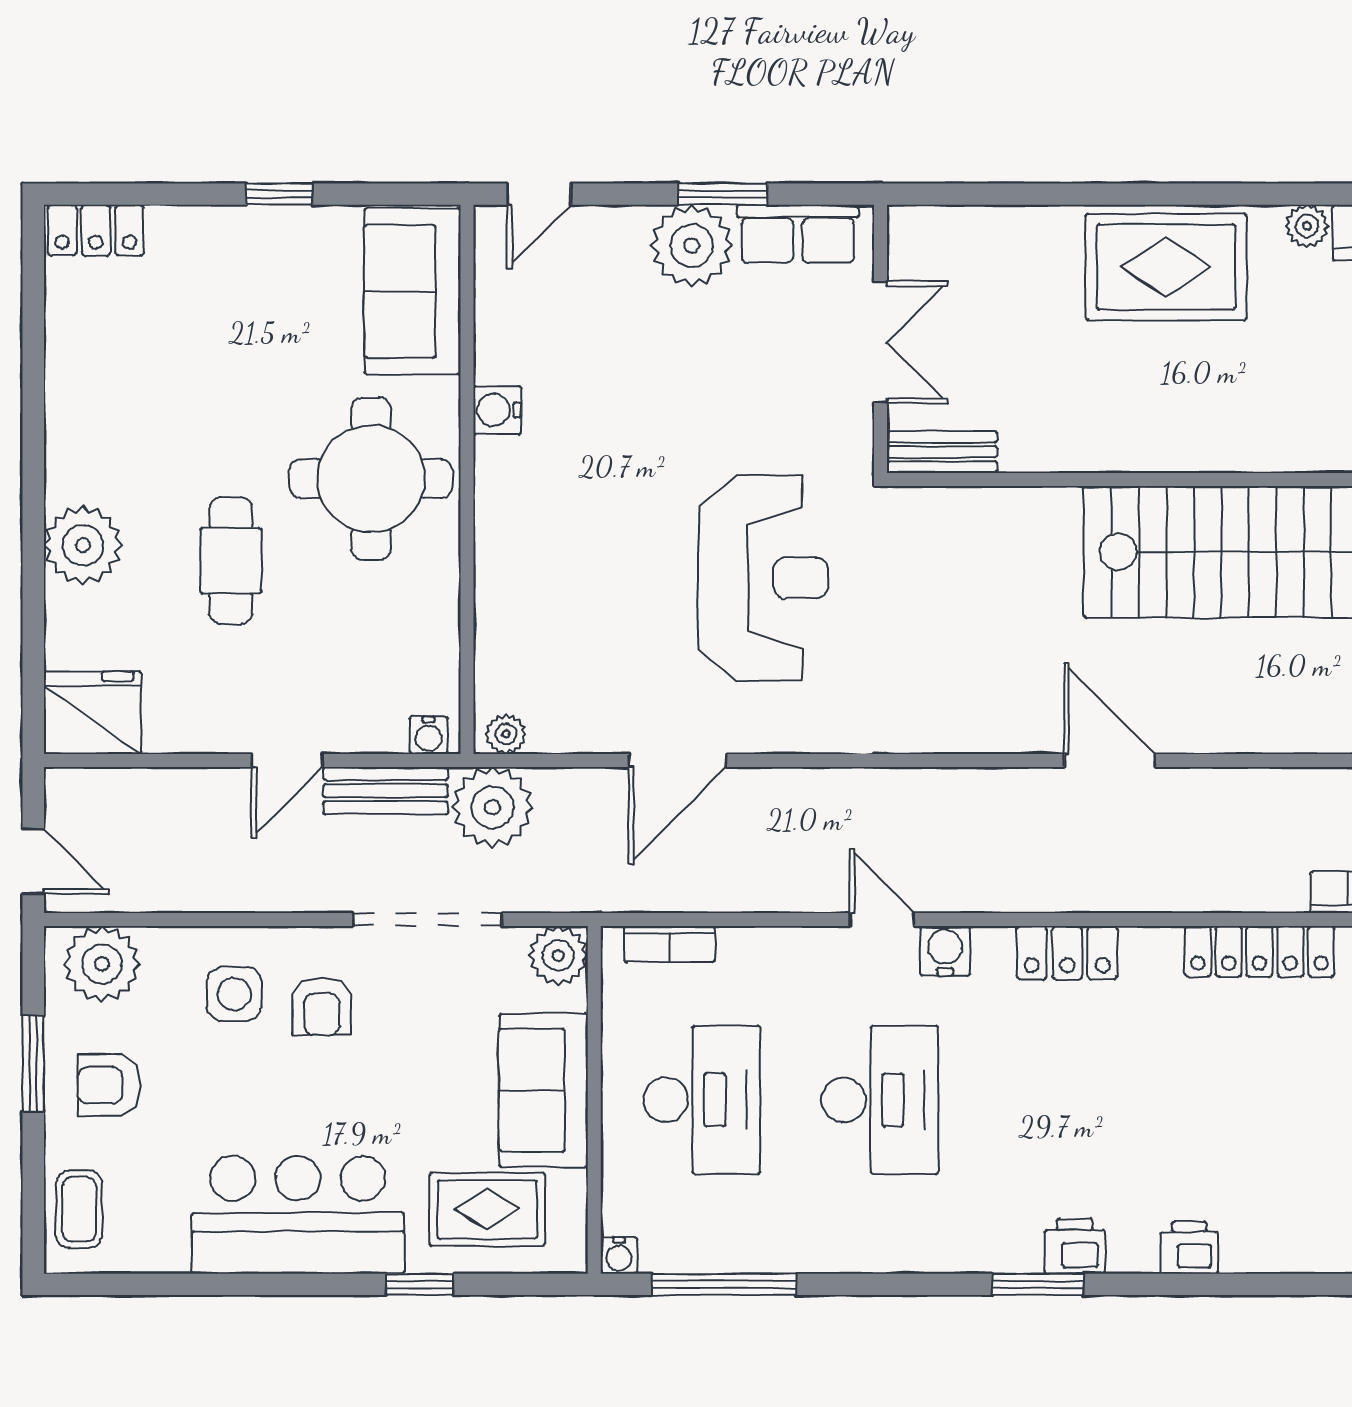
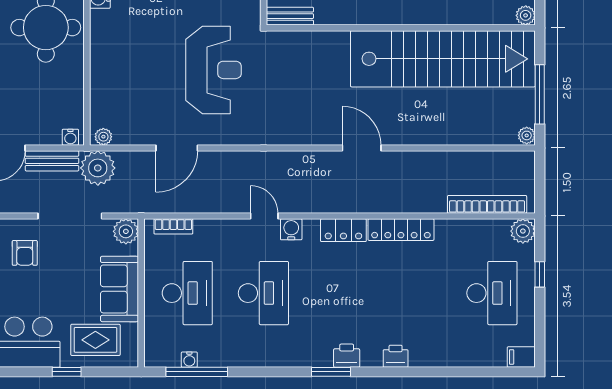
locker: (1259, 951) -> (401, 230), moved
water cooler: (619, 1255) -> (189, 360), moved

